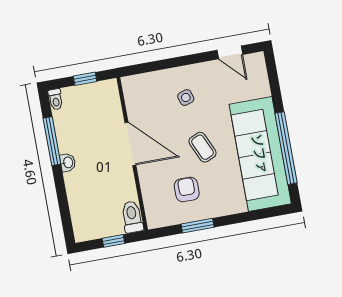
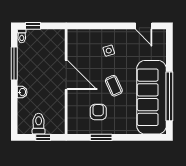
window: (85, 79) -> (33, 26), moved
washbasin: (68, 162) -> (22, 92), moved
toilet: (132, 217) -> (39, 124), moved

